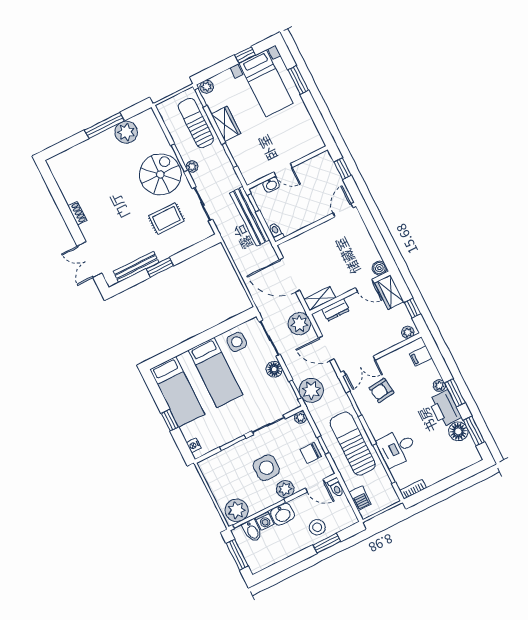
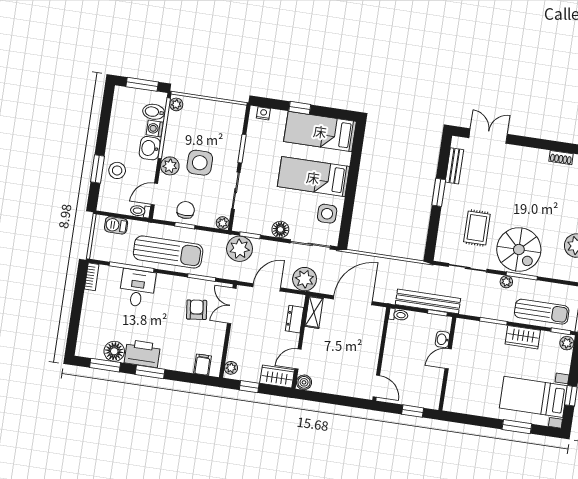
shoe rack: (77, 213) -> (561, 158), moved
bench: (136, 267) -> (454, 166), width x0.73
plant: (439, 386) -> (166, 363), removed
plant: (237, 510) -> (176, 104), width x0.53, depth x0.53

